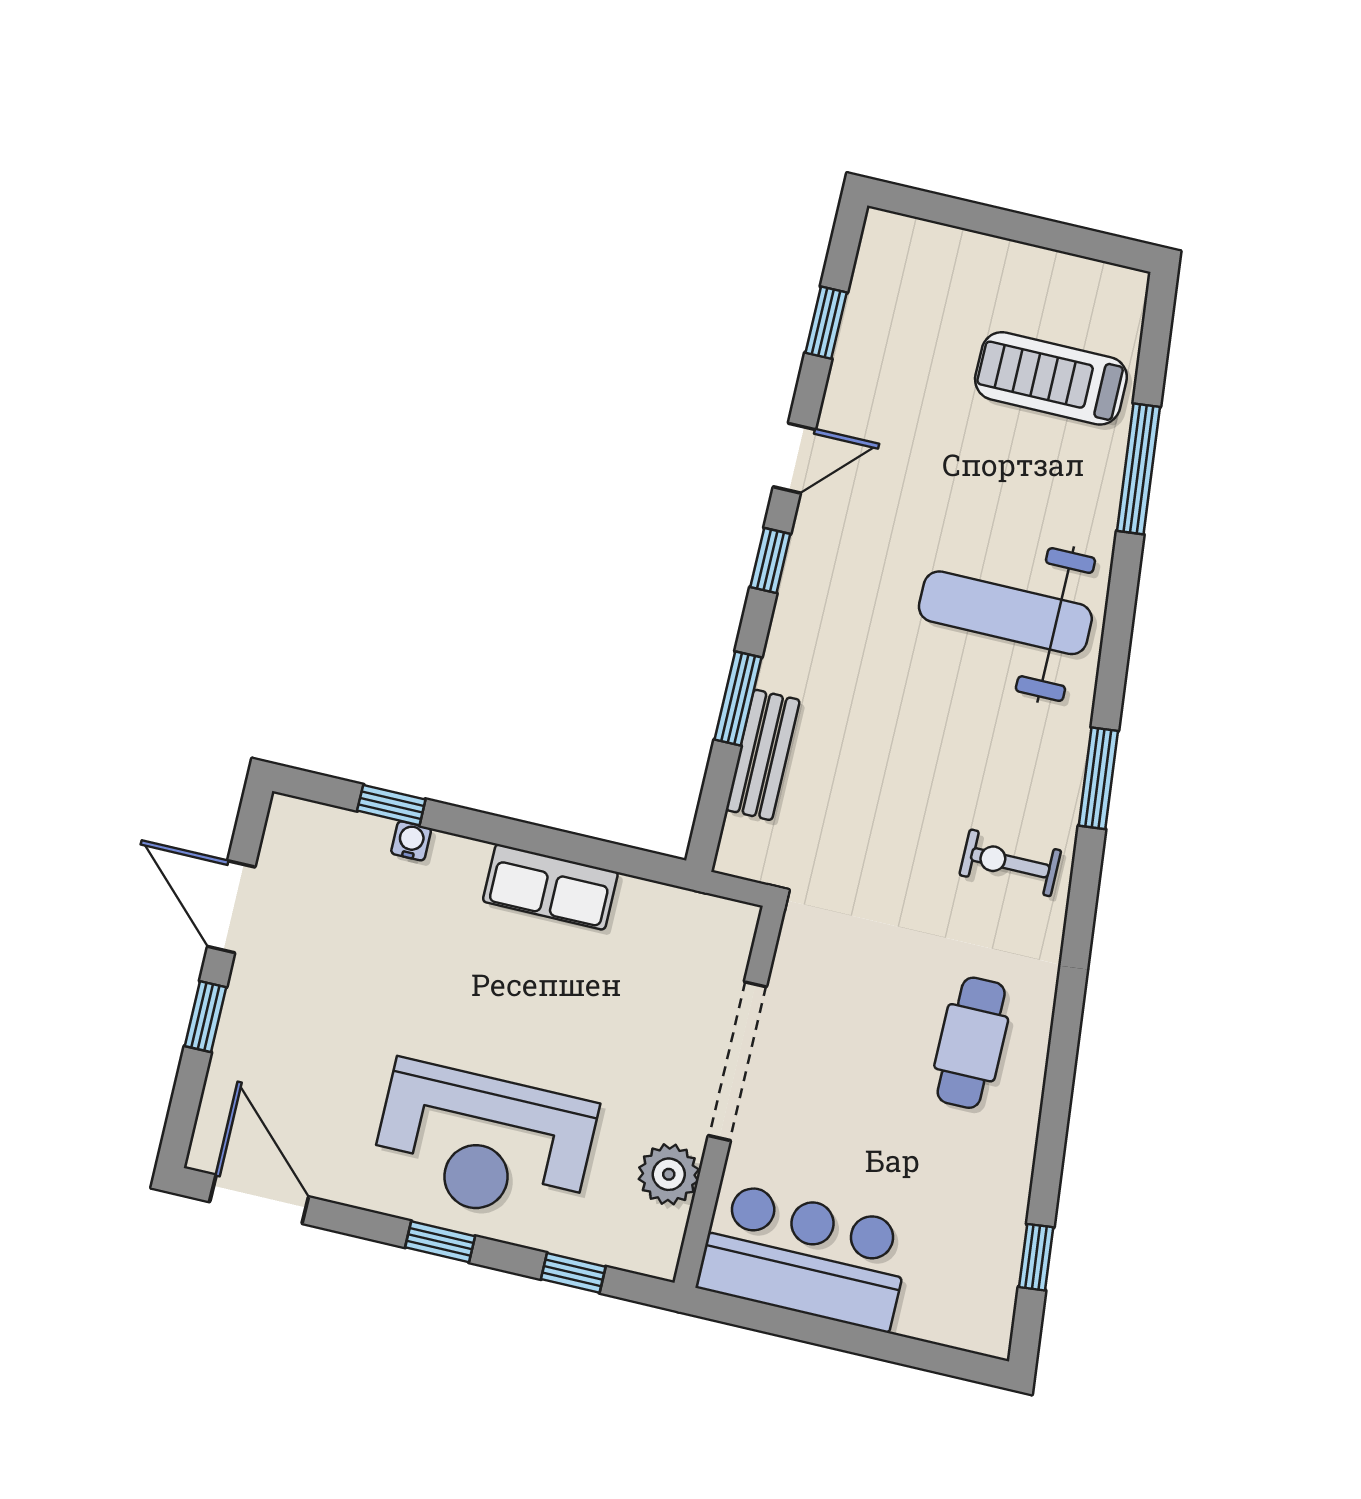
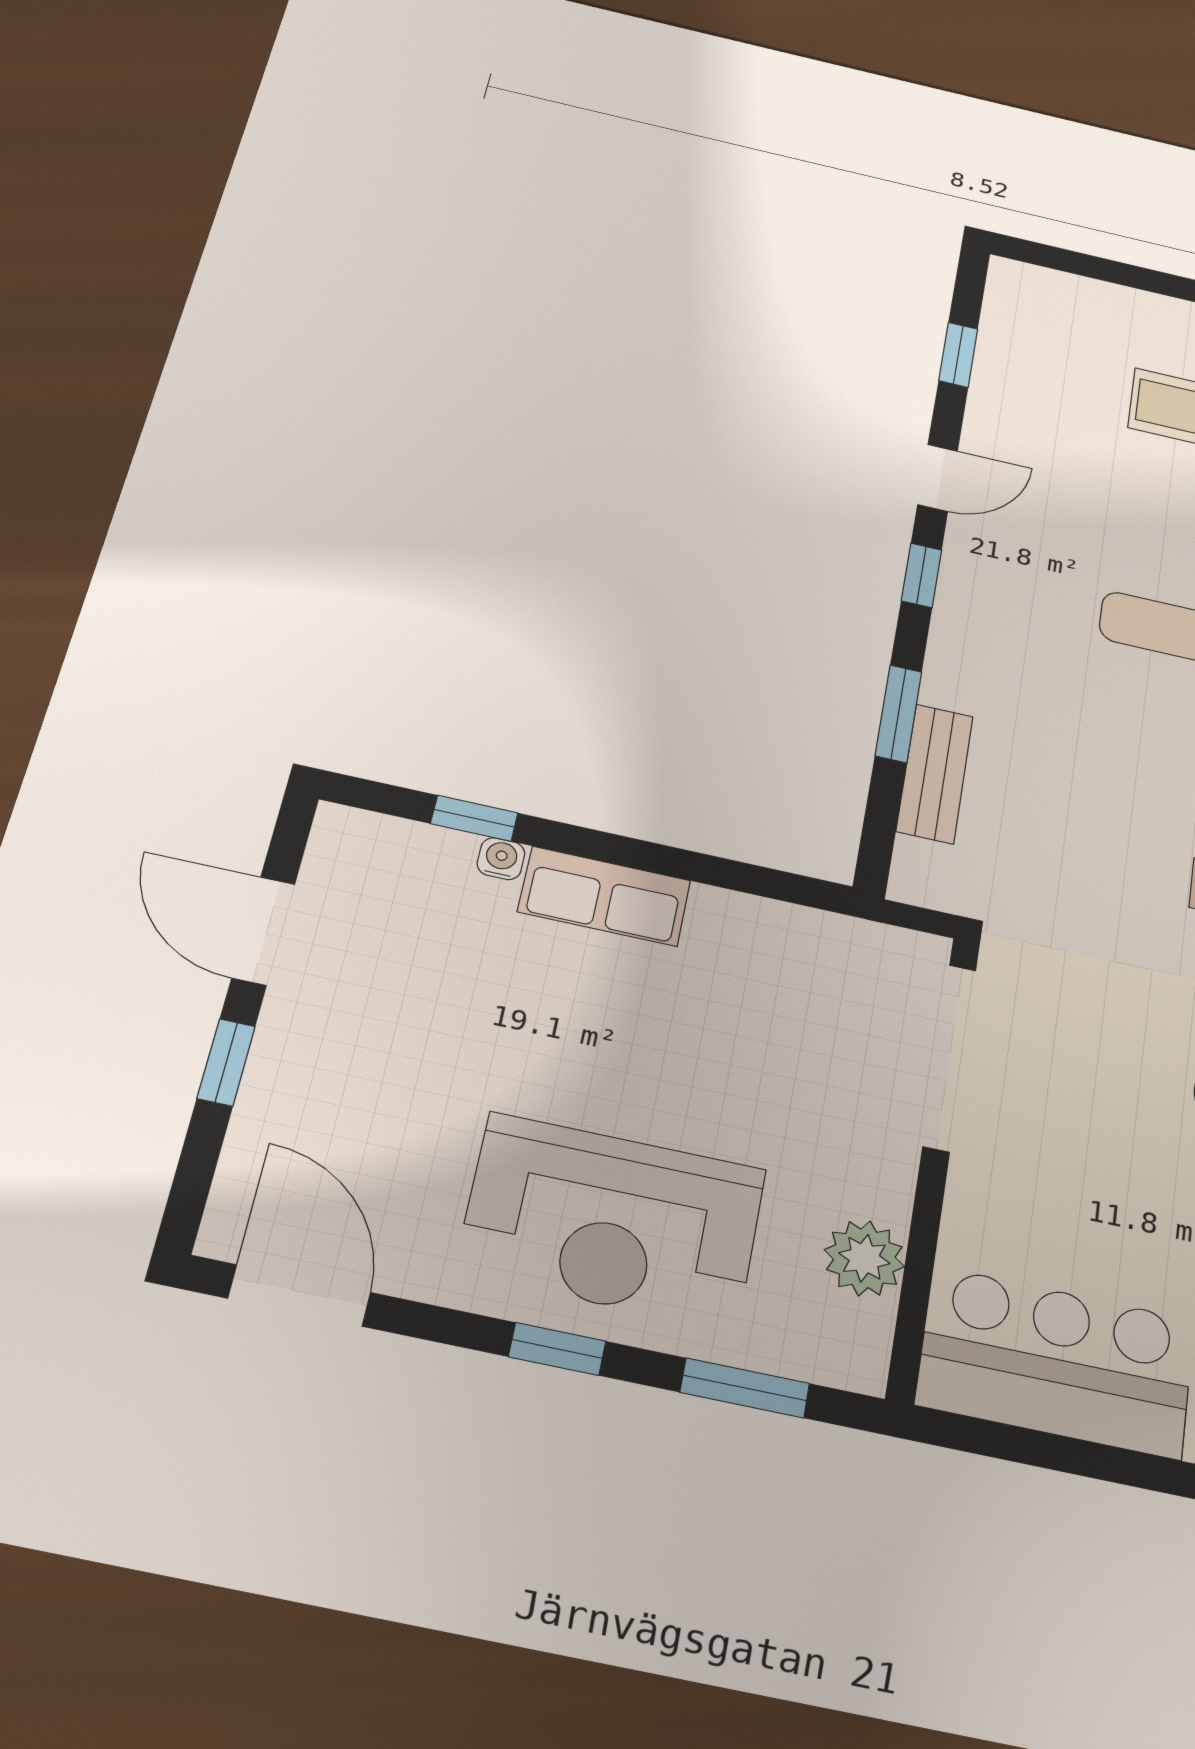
row of seats: (550, 887) -> (604, 896), moved
doorway: (737, 1061) -> (950, 1057), moved
window: (573, 1273) -> (745, 1388), width x1.50

